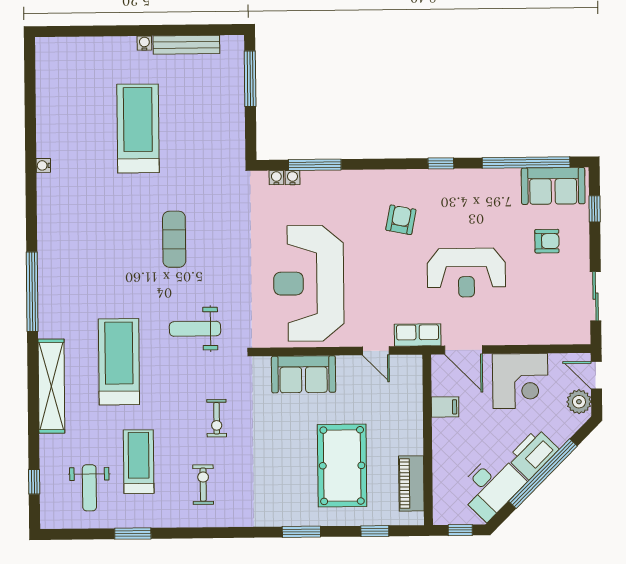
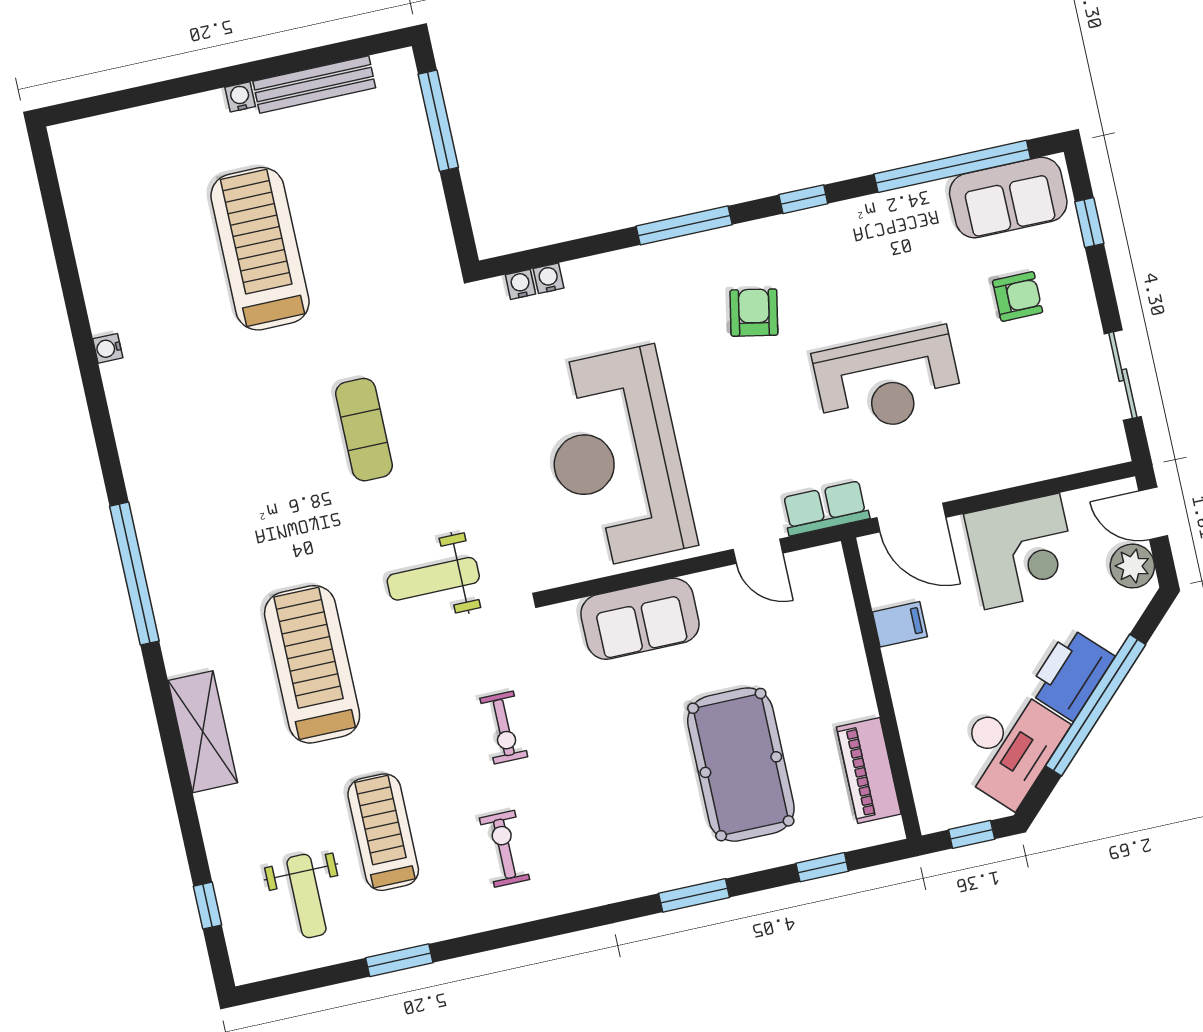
window: (315, 165) -> (684, 225), moved
shelving: (51, 386) -> (203, 732), width x0.68

